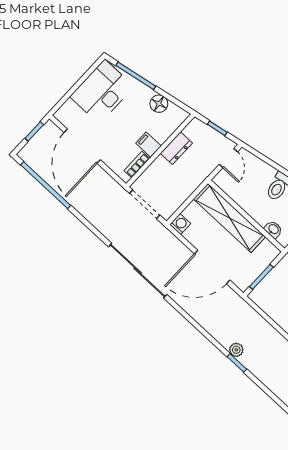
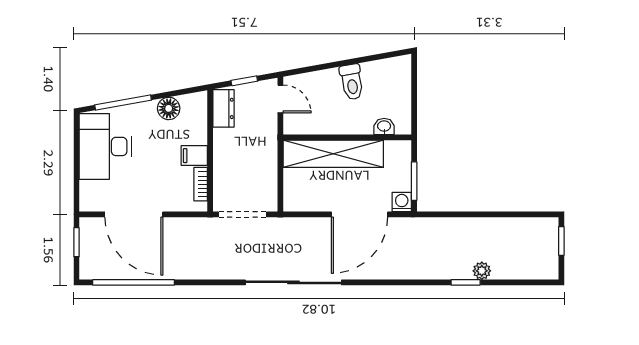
dresser: (176, 148) -> (223, 108), moved
washing machine: (180, 224) -> (402, 202), moved
plant: (236, 350) -> (482, 271), moved

